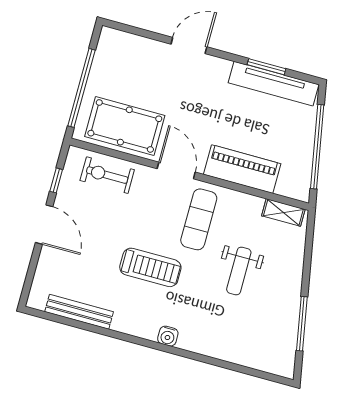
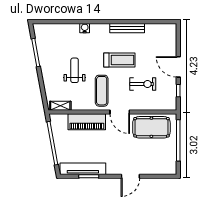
exercise bike: (107, 175) -> (143, 84), moved
treadmill: (150, 267) -> (119, 60), turned 180
bench: (79, 312) -> (127, 28), moved
water cooler: (168, 336) -> (85, 28), moved

